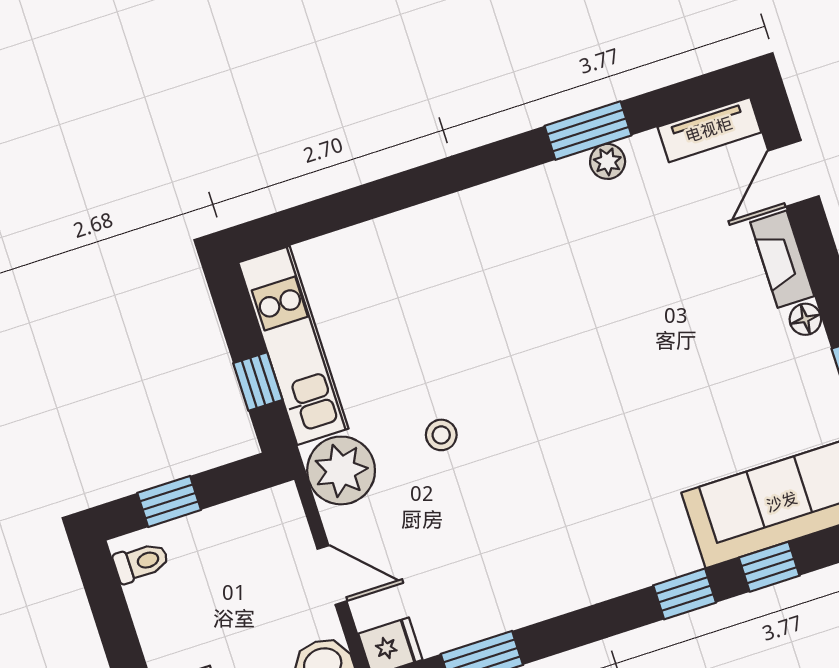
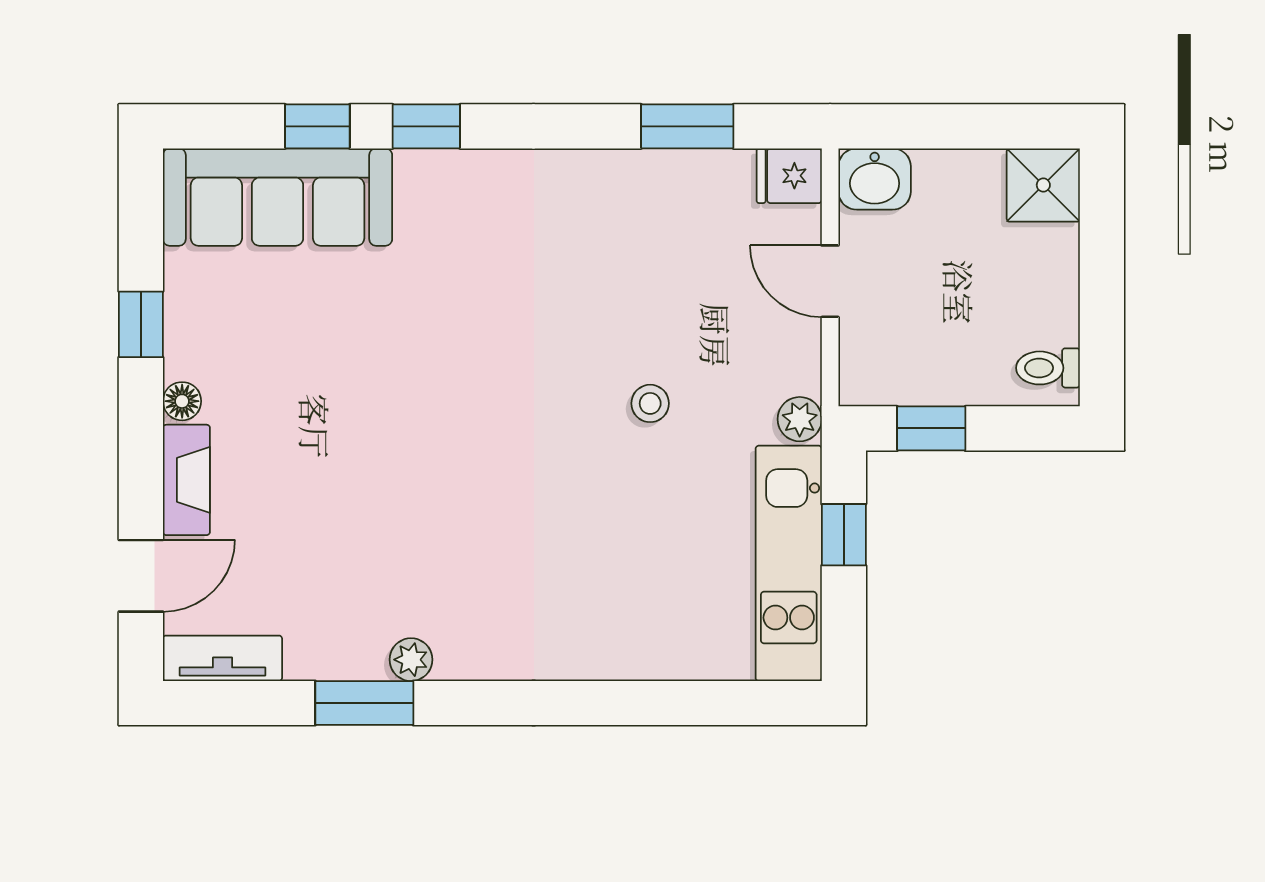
plant: (608, 161) -> (411, 660), moved
plant: (341, 470) -> (800, 419), width x0.53, depth x0.53
window: (169, 501) -> (931, 428), moved

